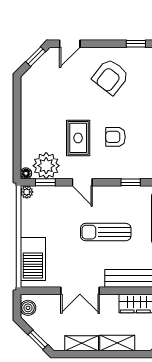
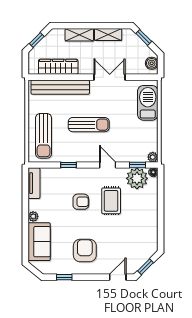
armchair: (110, 77) -> (85, 251), turned -38

